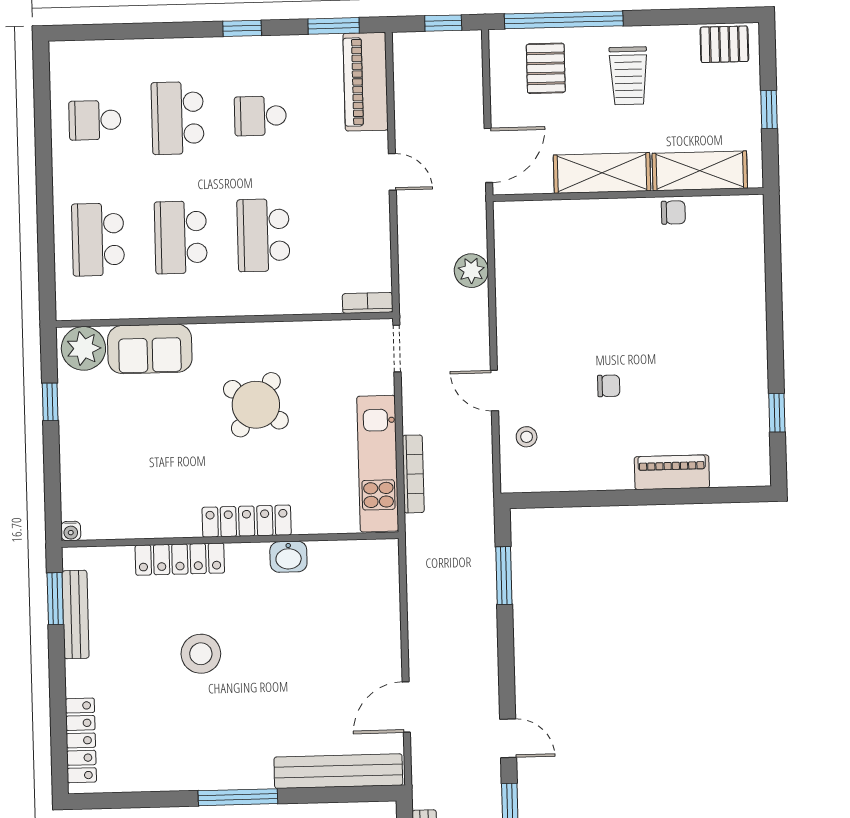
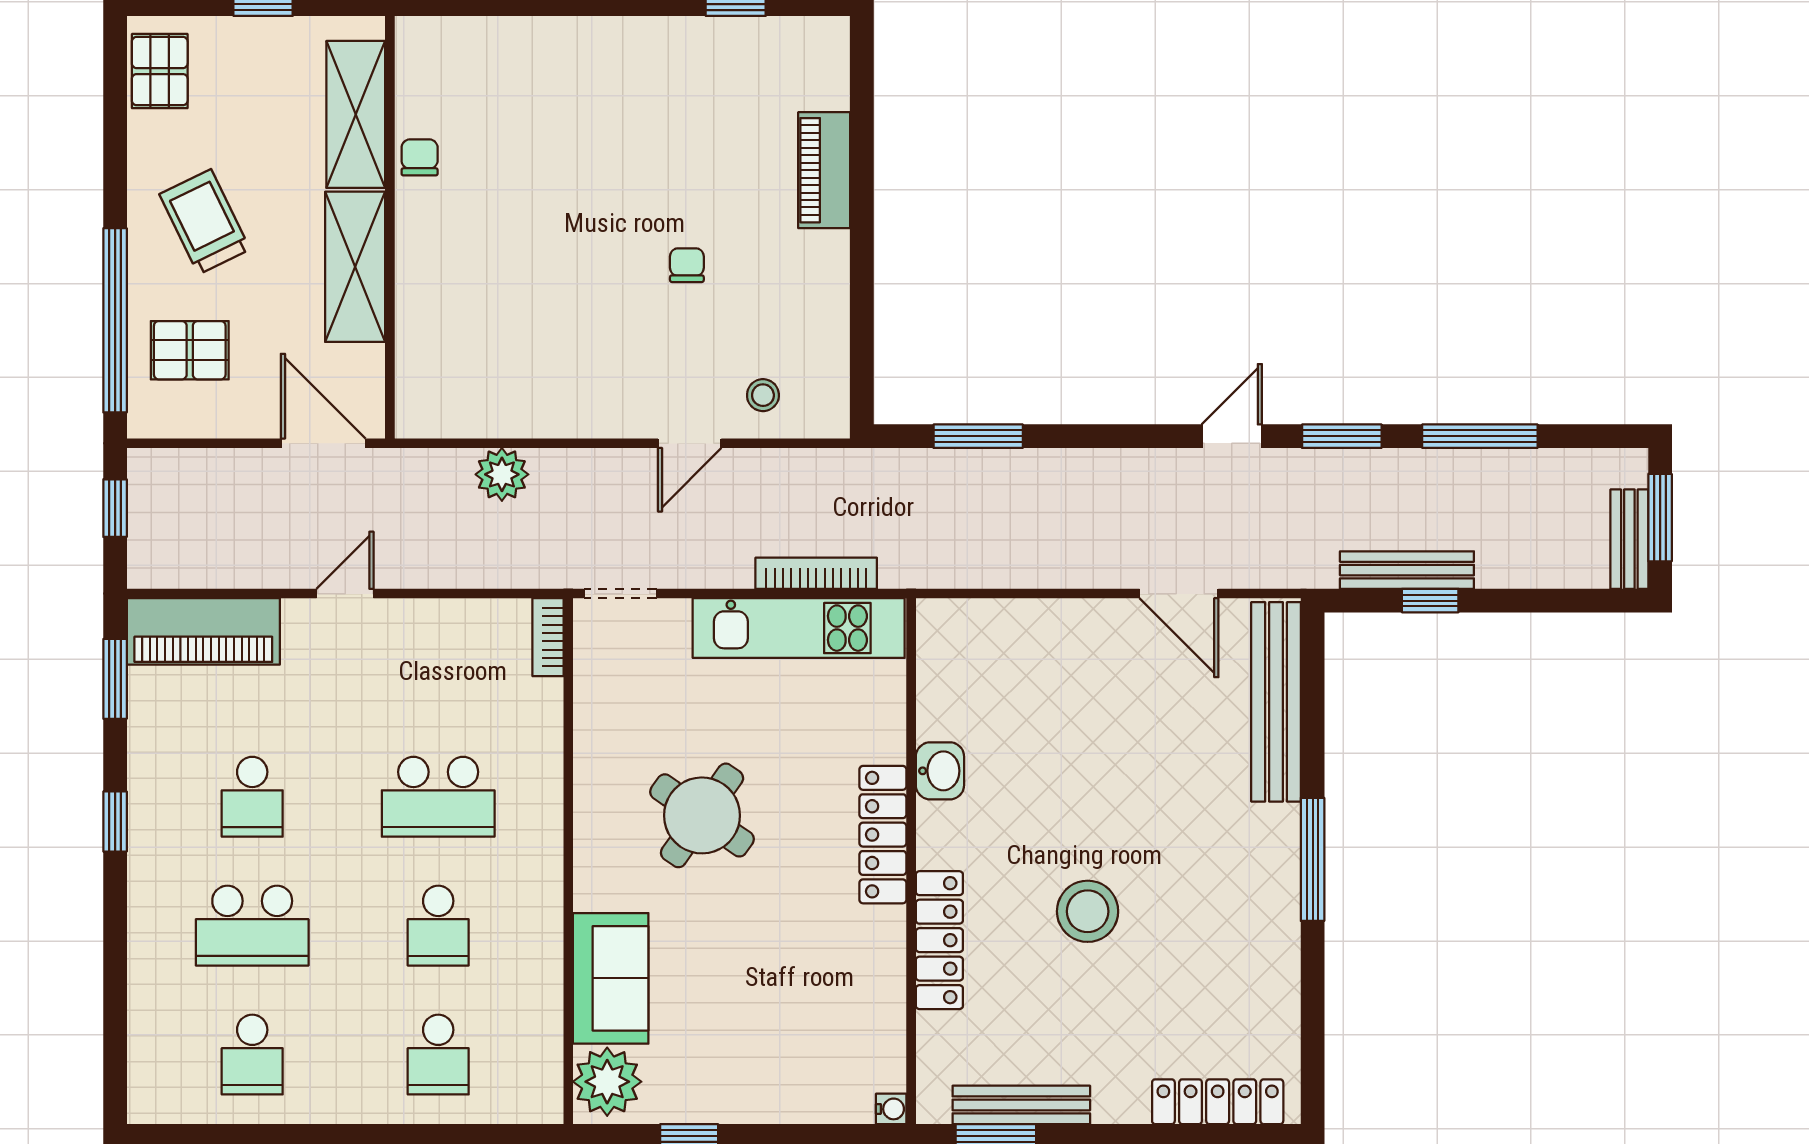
trolley: (628, 76) -> (205, 222), turned -116
school desk: (181, 237) -> (438, 926), width x0.54
school desk: (98, 240) -> (438, 1055), width x0.54

